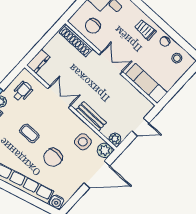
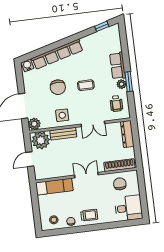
dresser: (38, 61) -> (127, 134), width x1.44
double door: (111, 63) -> (86, 175), swing flipped
plant: (115, 139) -> (41, 140), width x1.88, depth x1.88
side table: (83, 142) -> (62, 115), moved
chair: (53, 157) -> (58, 87), turned 180

